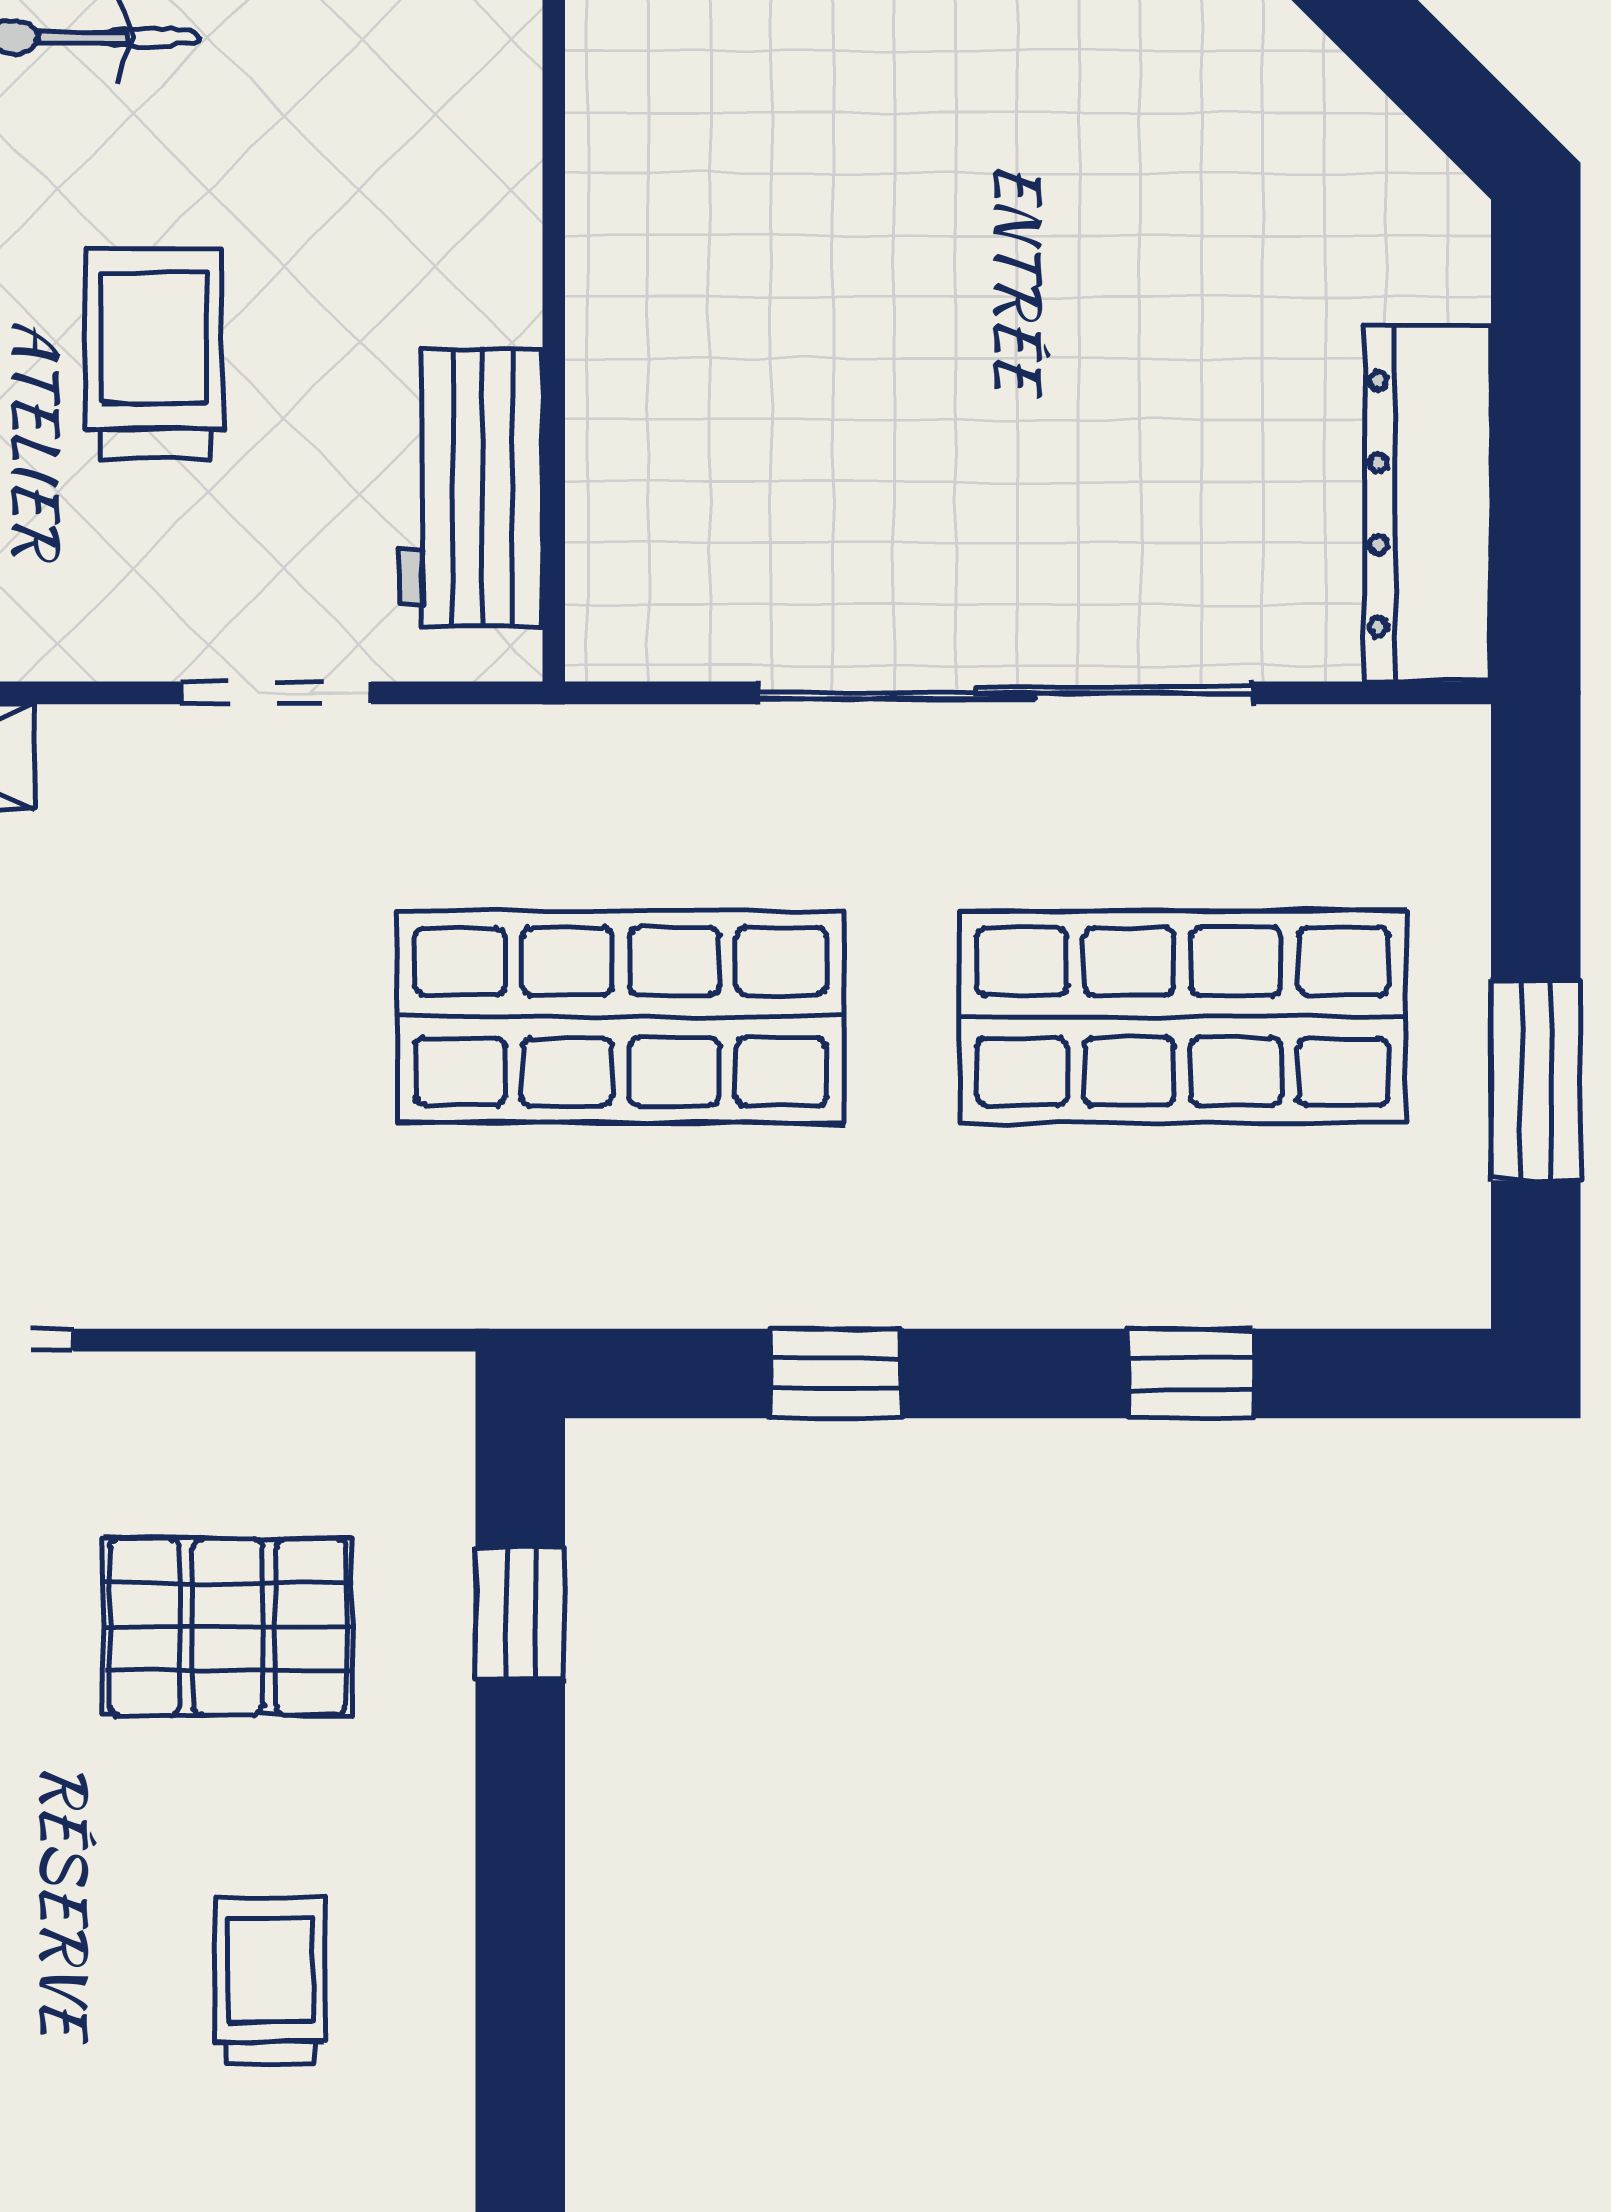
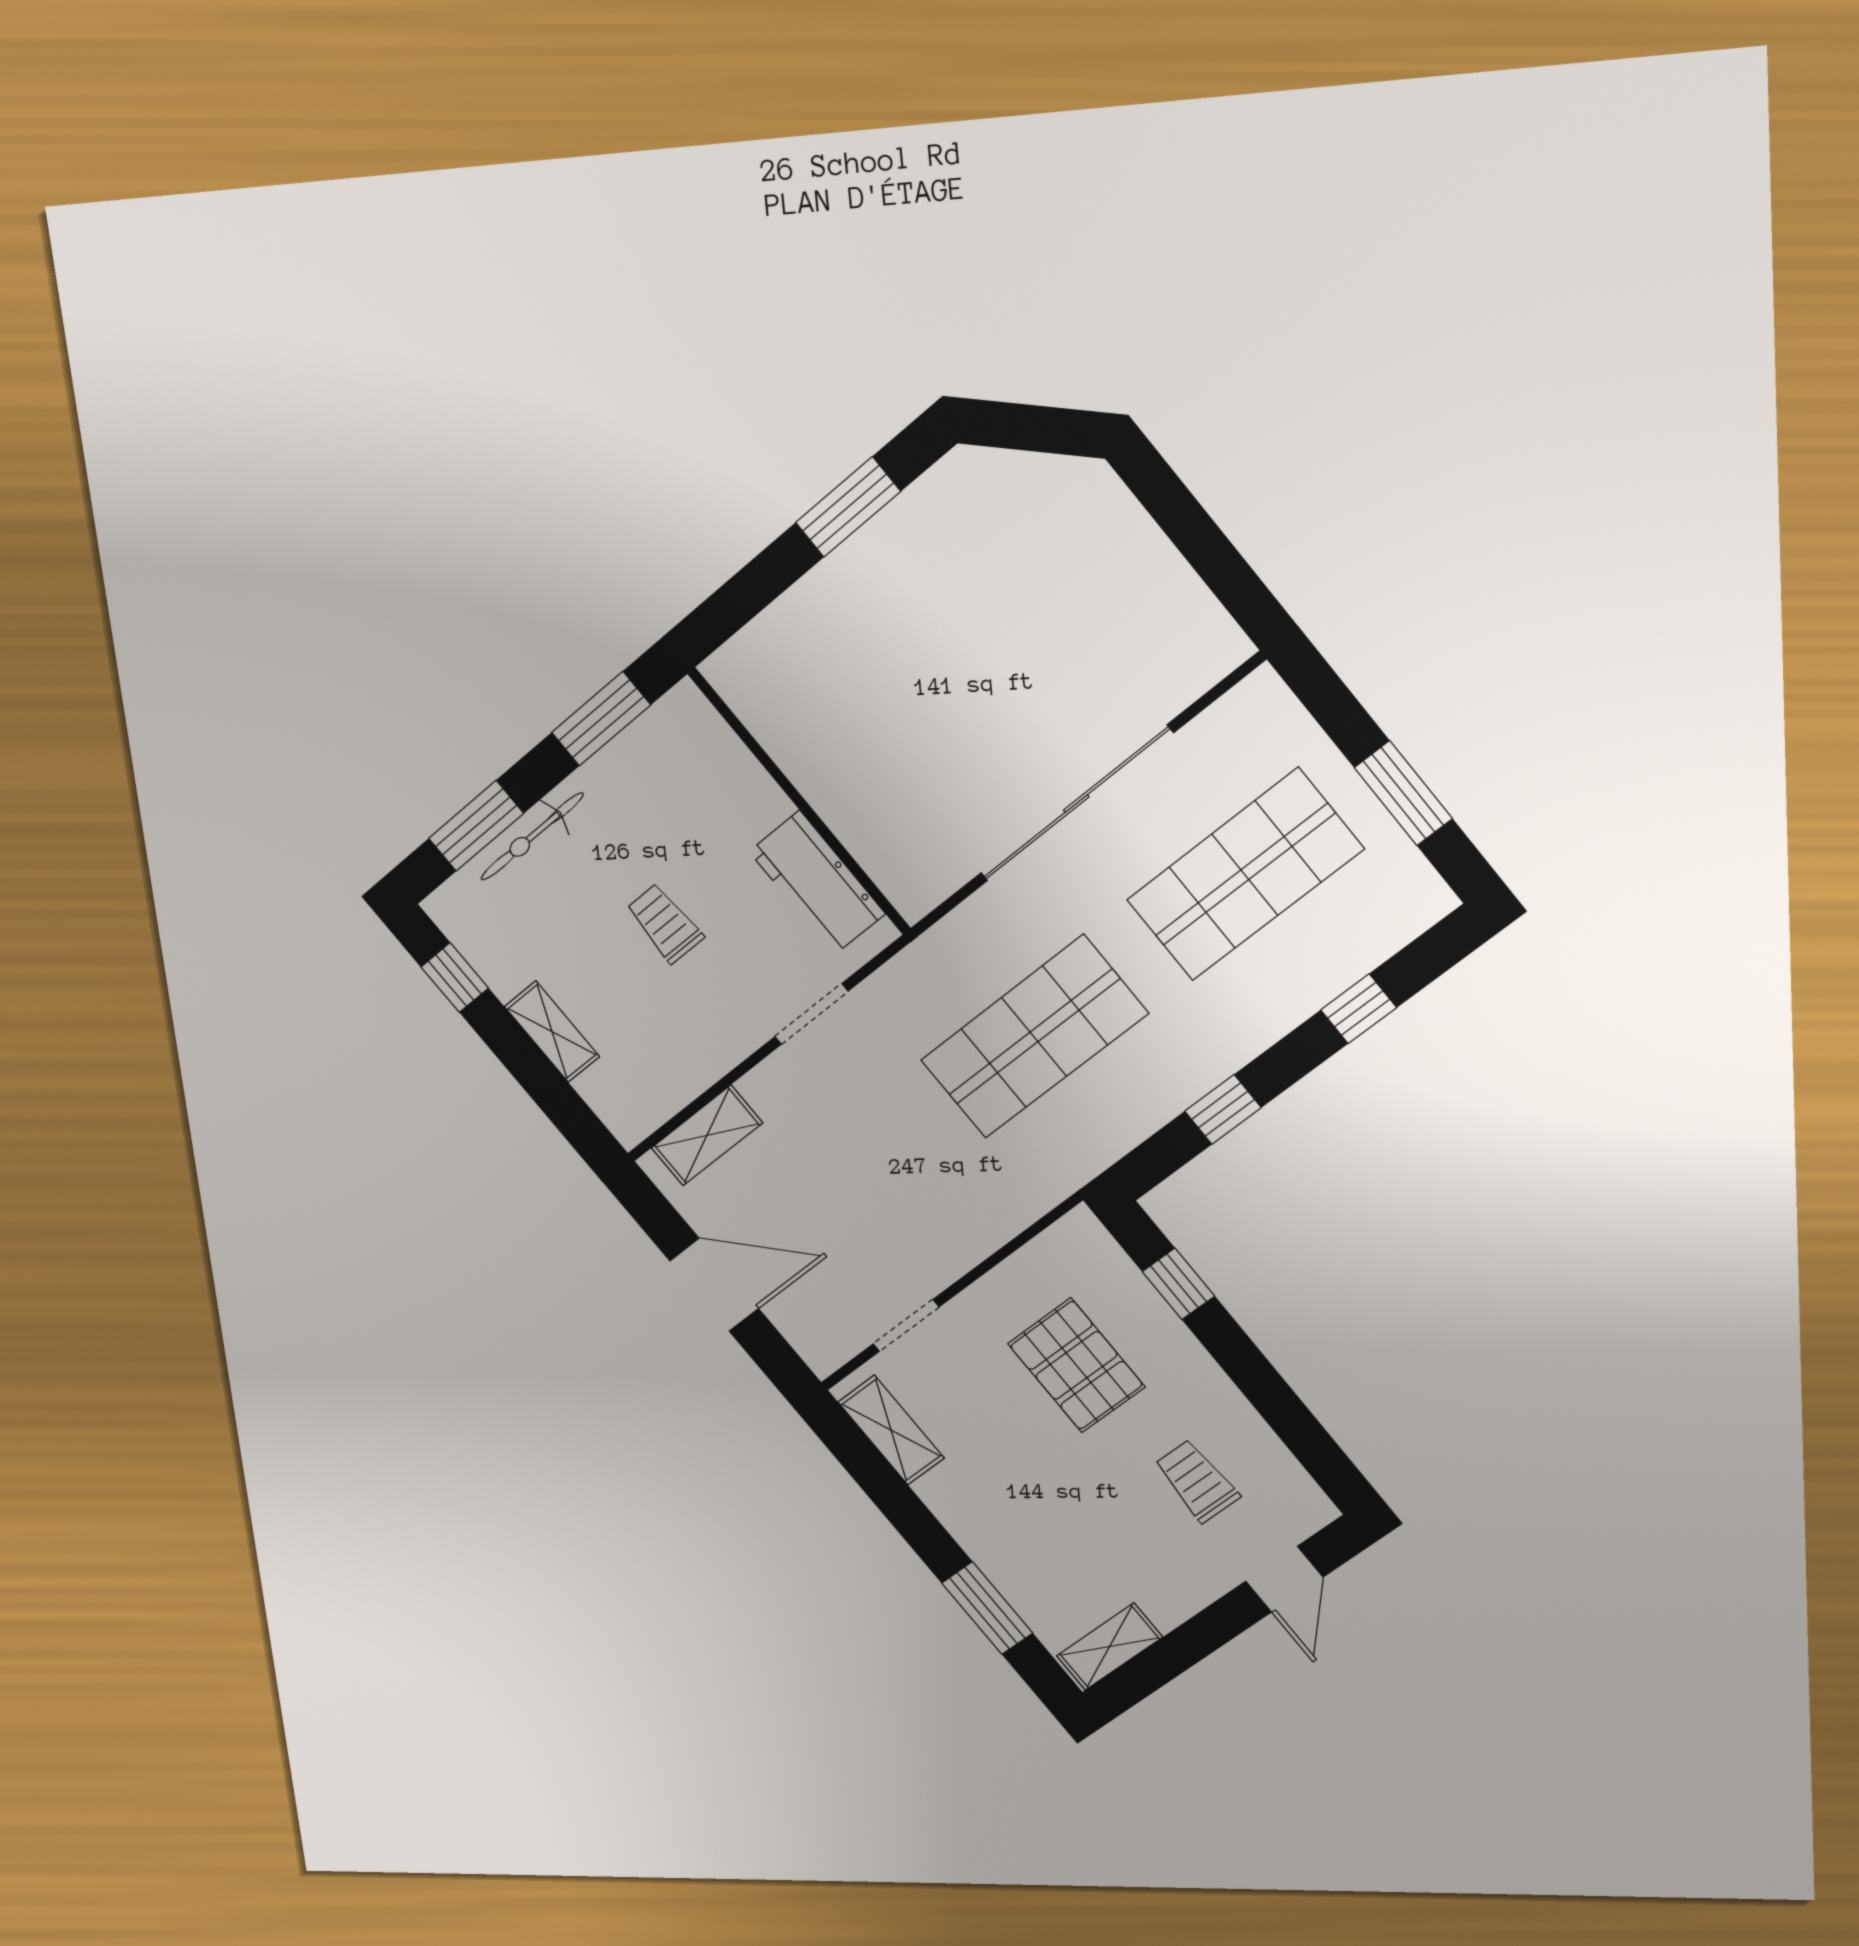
trolley: (154, 353) -> (665, 923), width x0.73, depth x0.72
dresser: (1428, 504) -> (1178, 600), removed
pallet: (228, 1627) -> (1076, 1365), turned 90

